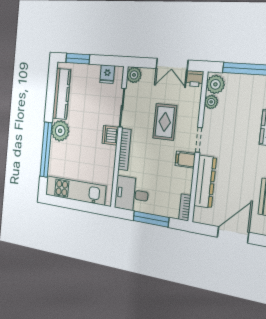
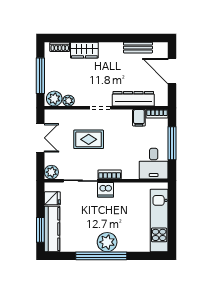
printer: (195, 79) -> (51, 116), removed
kitchen counter: (61, 94) -> (52, 229), moved, turned 90
bookcase: (125, 149) -> (110, 174), width x0.64
window: (46, 150) -> (101, 256), moved
filing cabinet: (185, 160) -> (139, 118), moved

